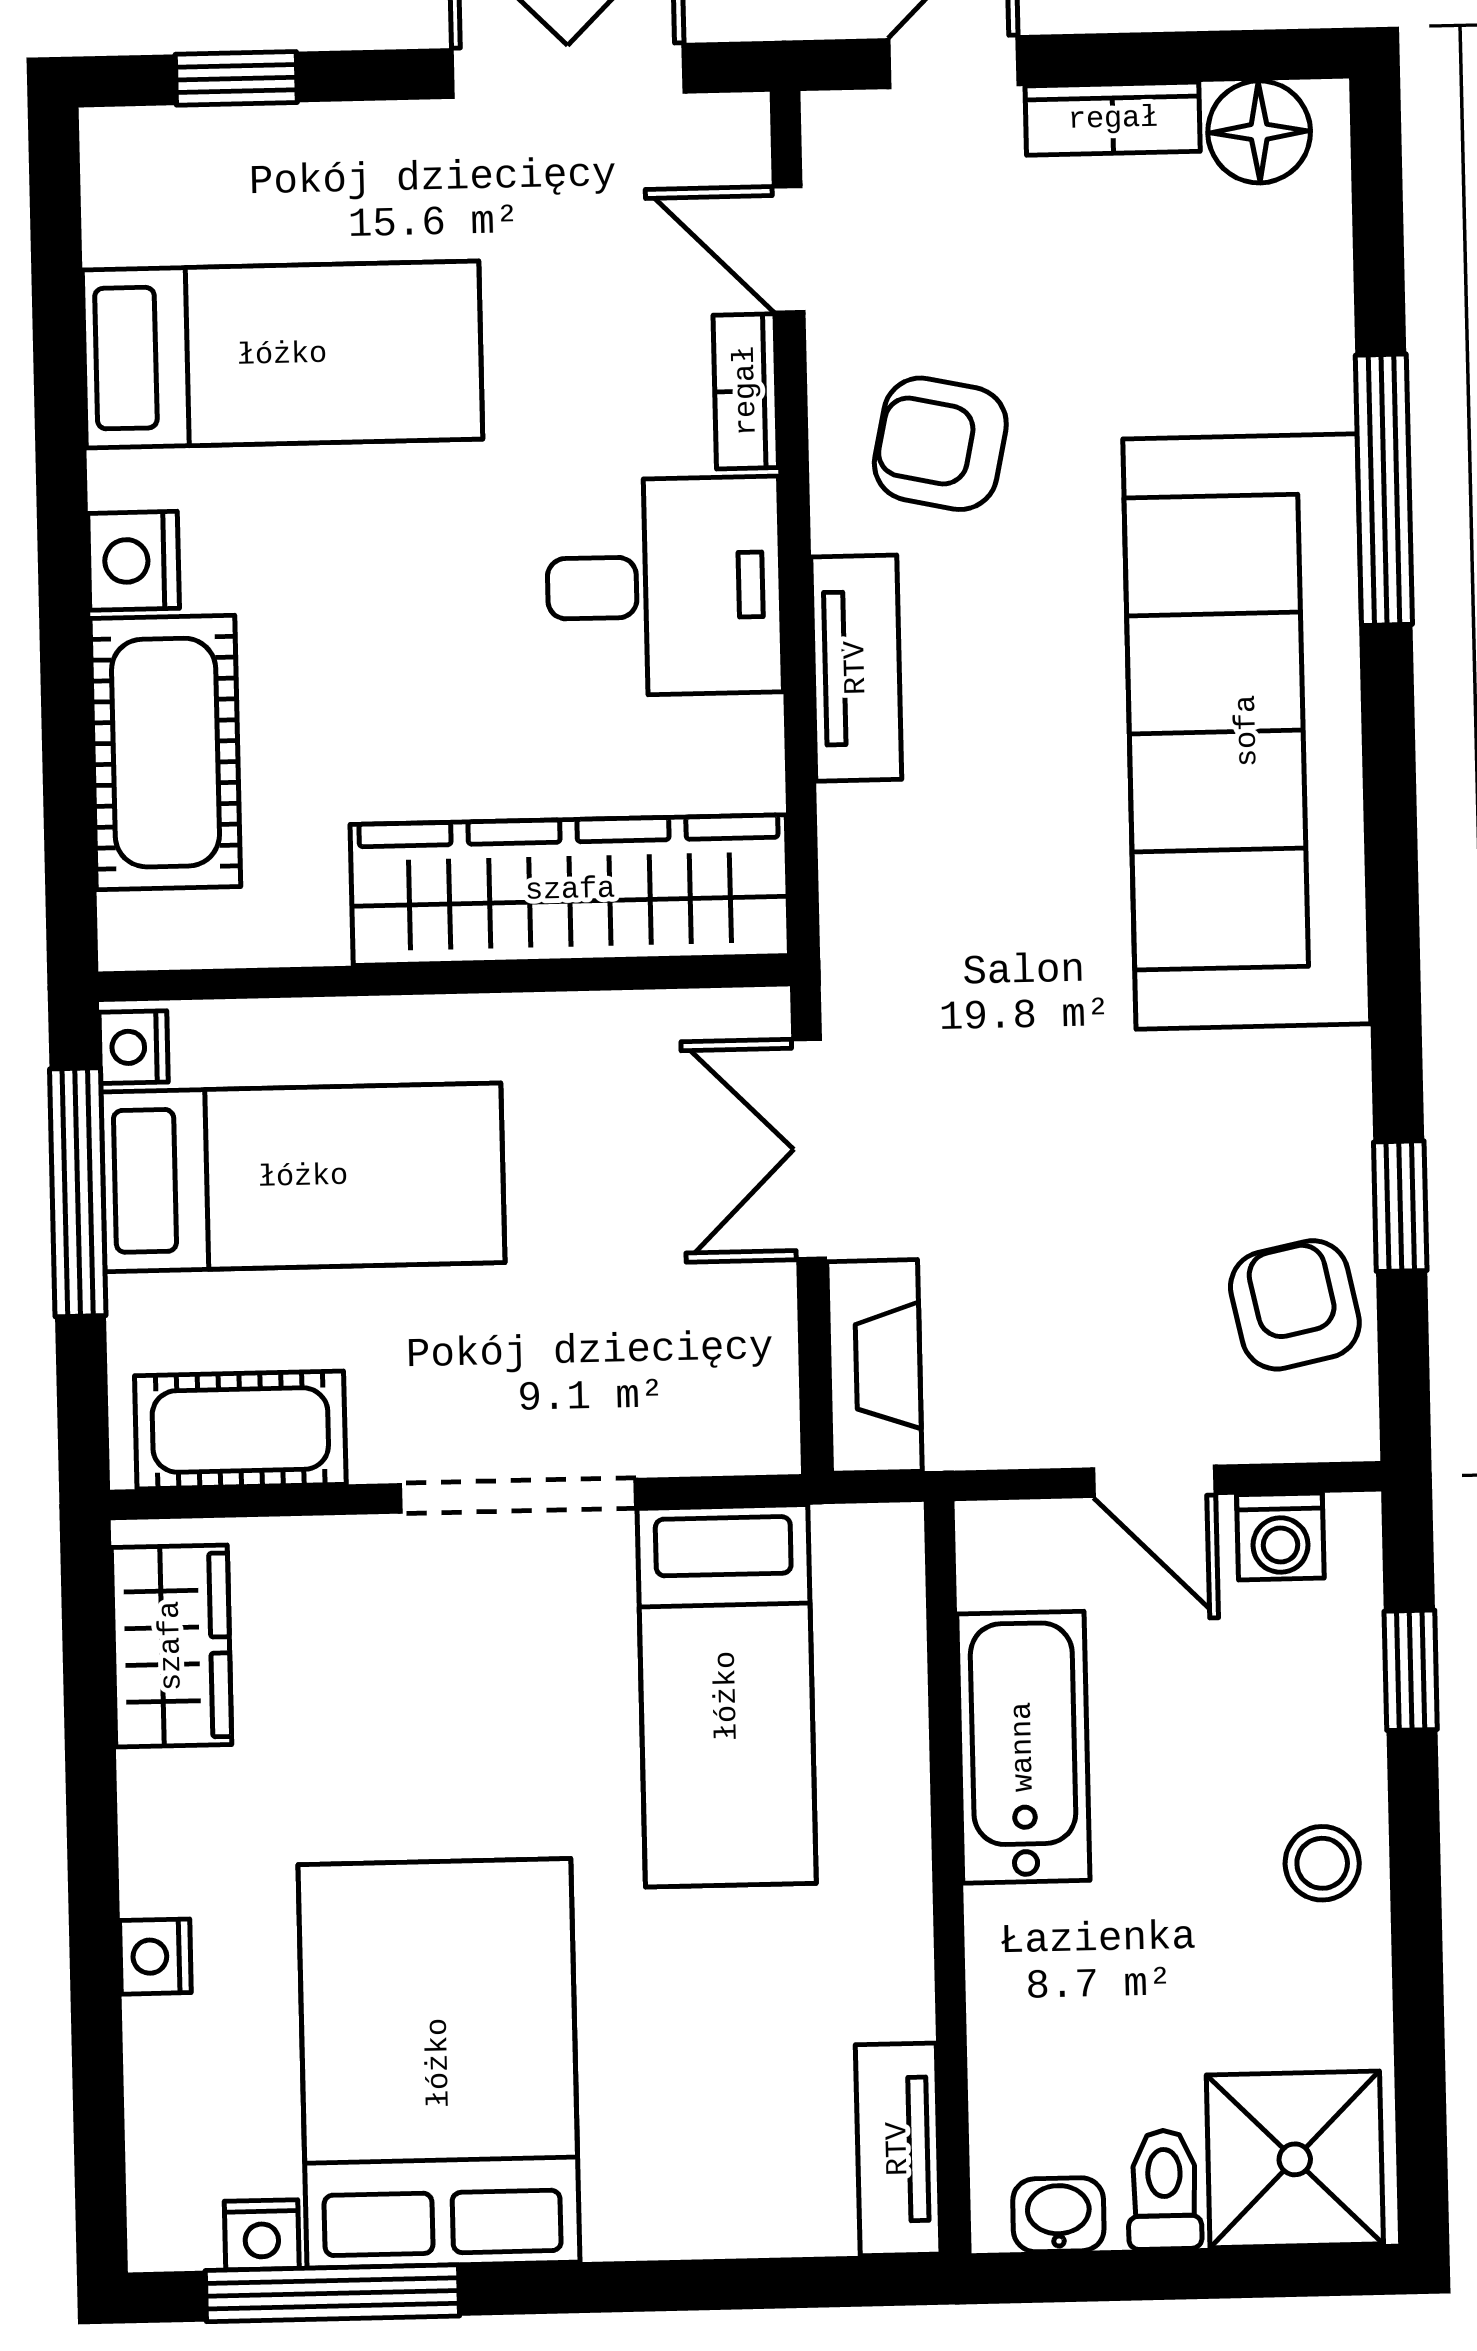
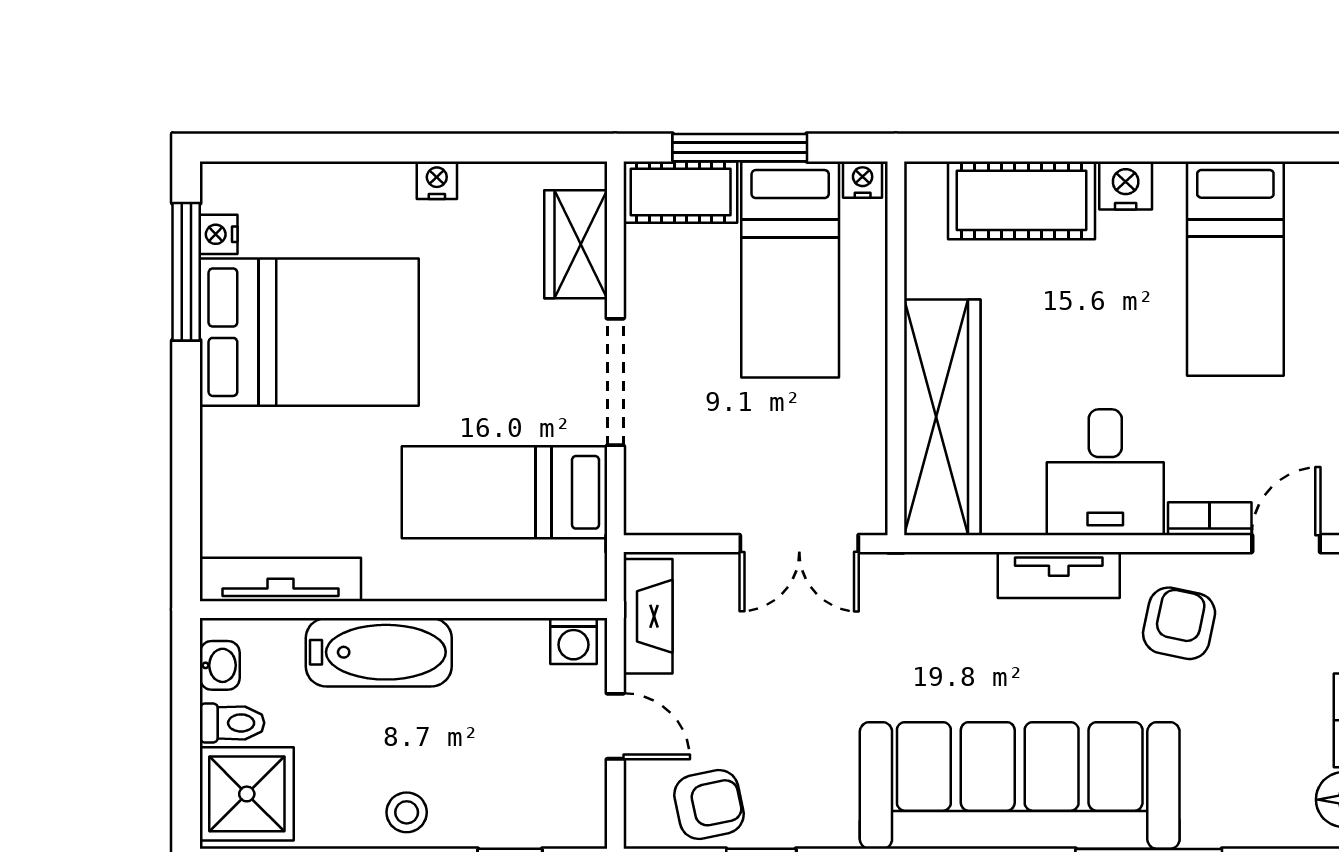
double door: (809, 1149) -> (799, 544), swing flipped
window: (78, 1192) -> (740, 148), moved
fireplace: (874, 1366) -> (648, 616), moved, turned -90
cot: (240, 1430) -> (681, 192), moved, turned 90
door: (1154, 1481) -> (615, 726), swing flipped
washing machine: (1280, 1536) -> (573, 641), moved, turned -90
wardrobe: (171, 1646) -> (576, 244), moved, turned 90
bathtub: (1023, 1747) -> (379, 652), moved
nightstand: (155, 1957) -> (437, 180), moved
tv unit: (898, 2149) -> (280, 580), width x1.41

